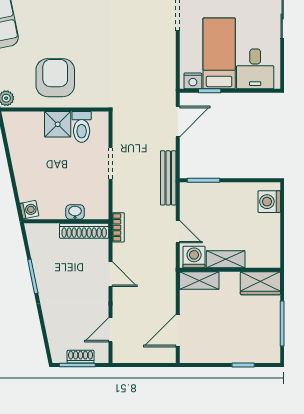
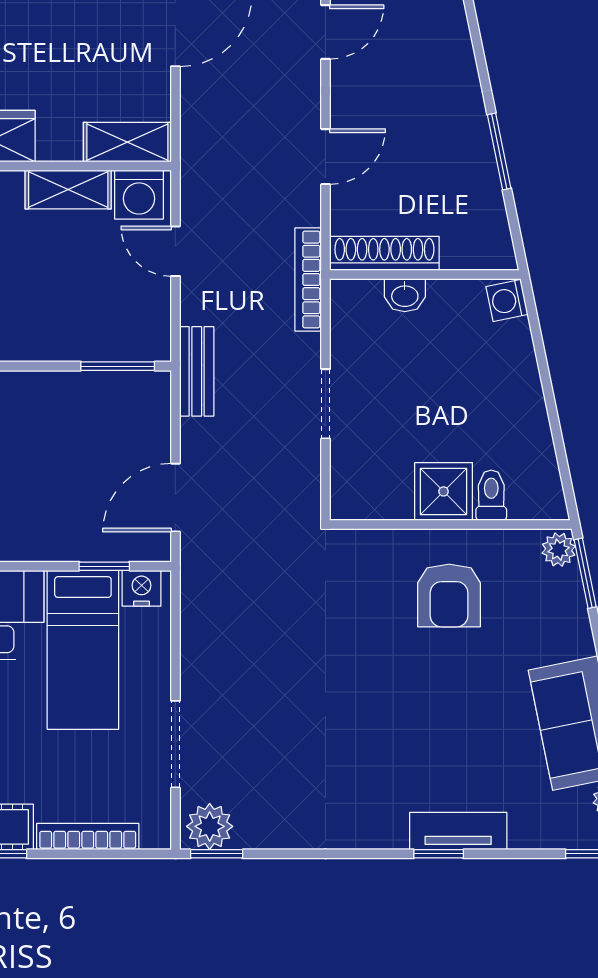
armchair: (55, 78) -> (449, 595), width x0.73, depth x0.73
toilet: (82, 127) -> (491, 495), moved, width x0.73, depth x0.72
bench: (168, 178) -> (197, 371), width x0.73
bookcase: (118, 227) -> (308, 279), width x1.56
door: (110, 274) -> (326, 157), swing flipped

